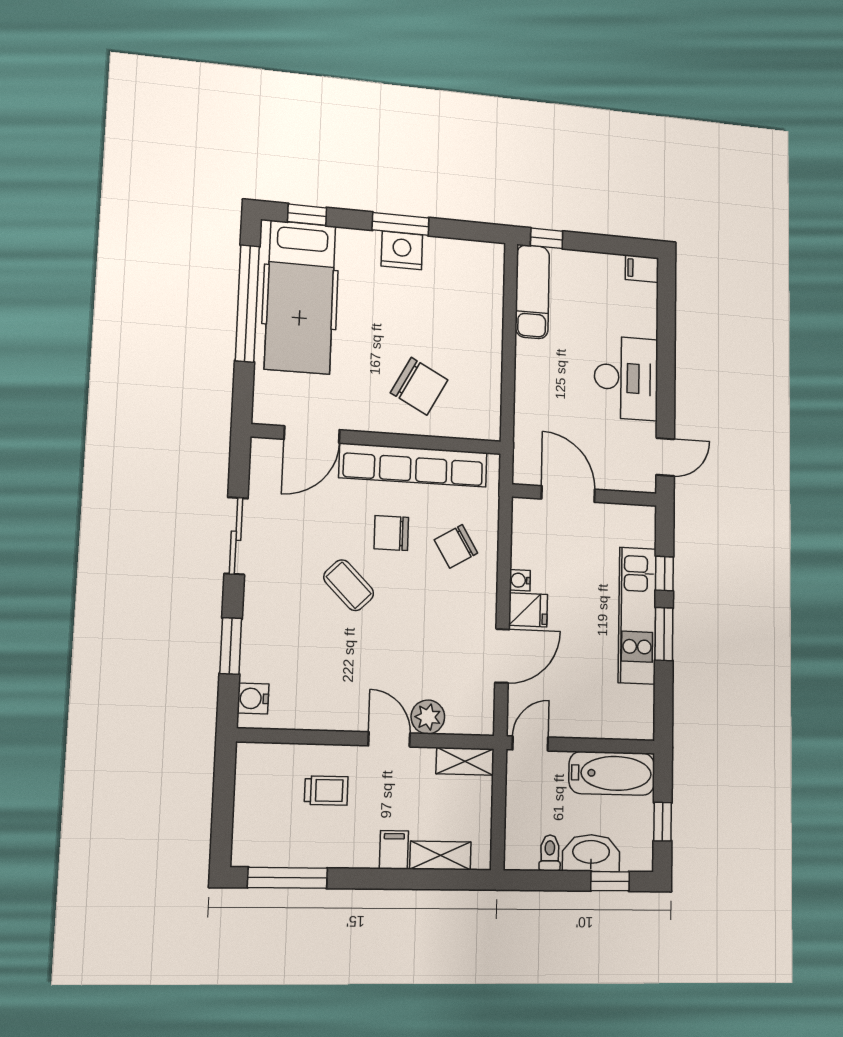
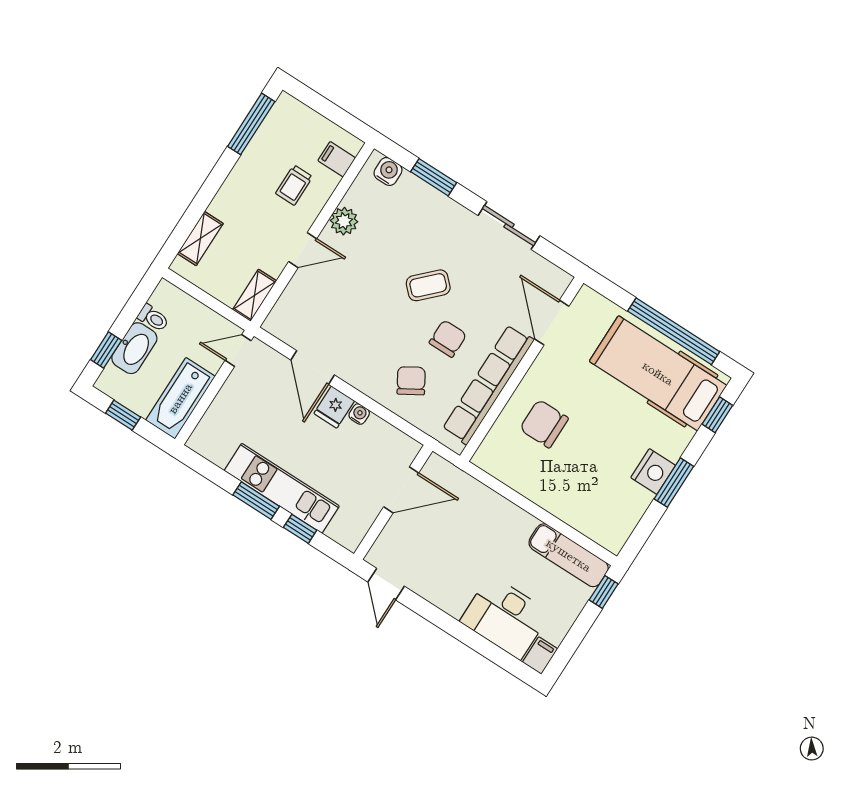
desk: (626, 378) -> (505, 617), moved
chair: (419, 386) -> (544, 424), turned 62
plant: (428, 717) -> (344, 221), moved
door: (530, 743) -> (238, 350), swing flipped
filing cabinet: (394, 850) -> (337, 159), moved, turned 180

